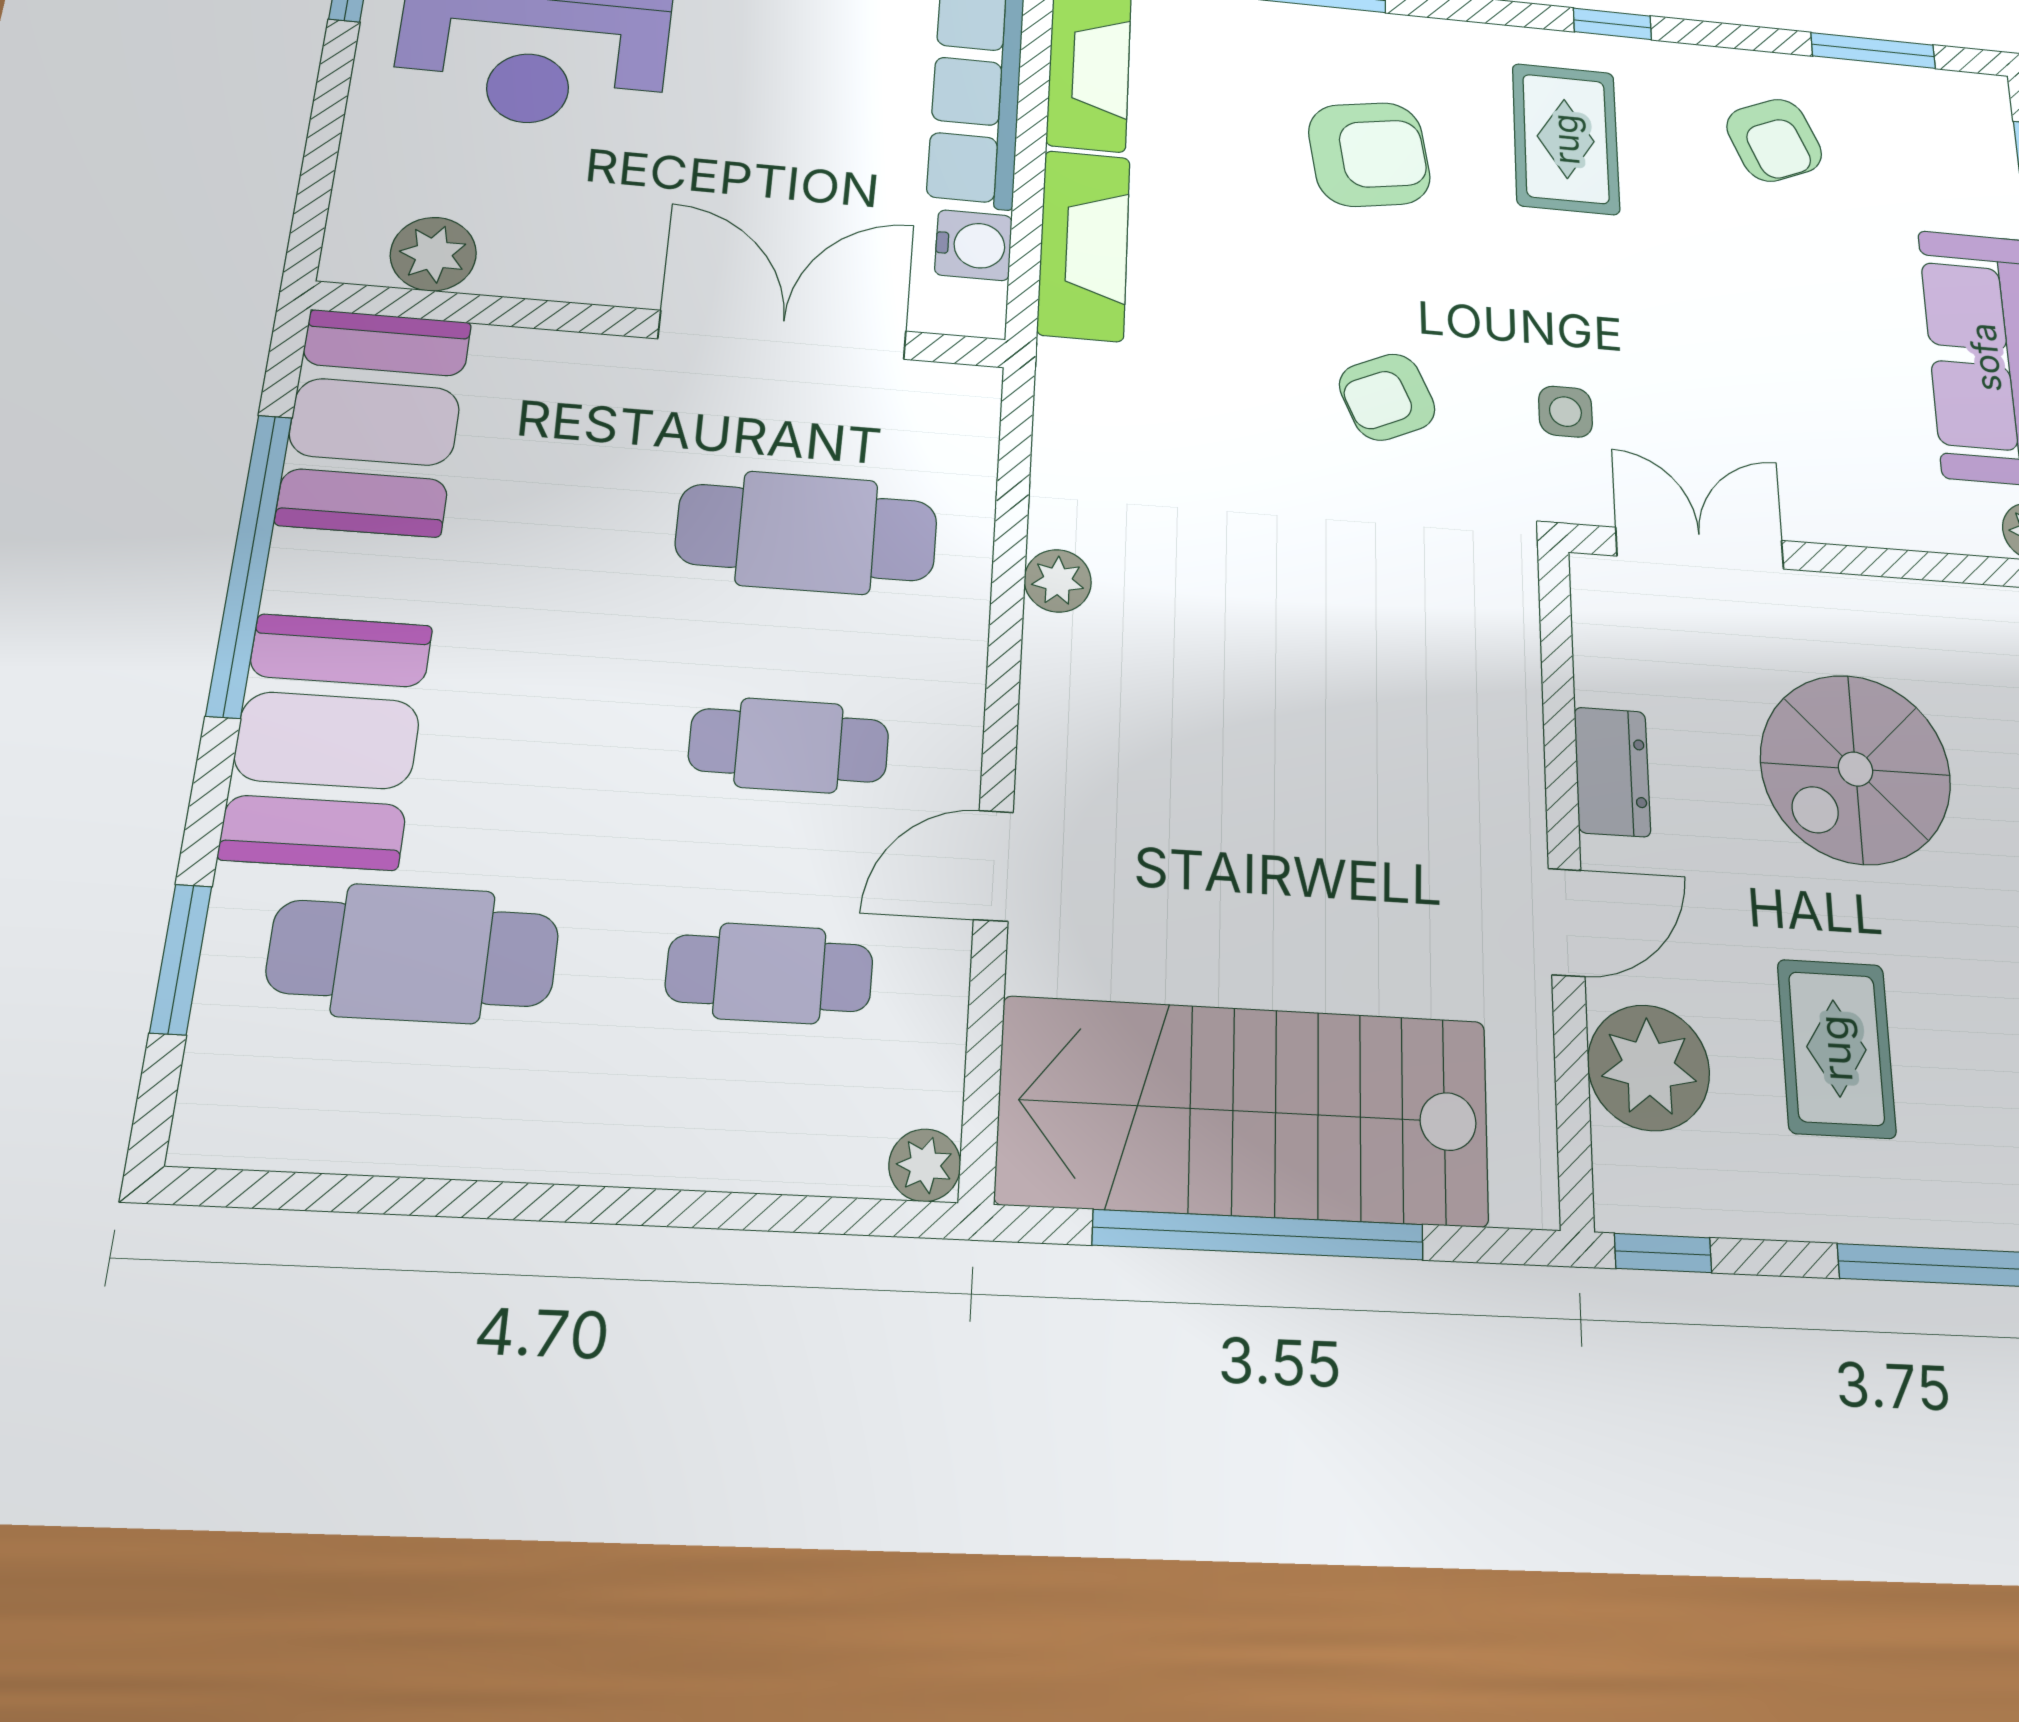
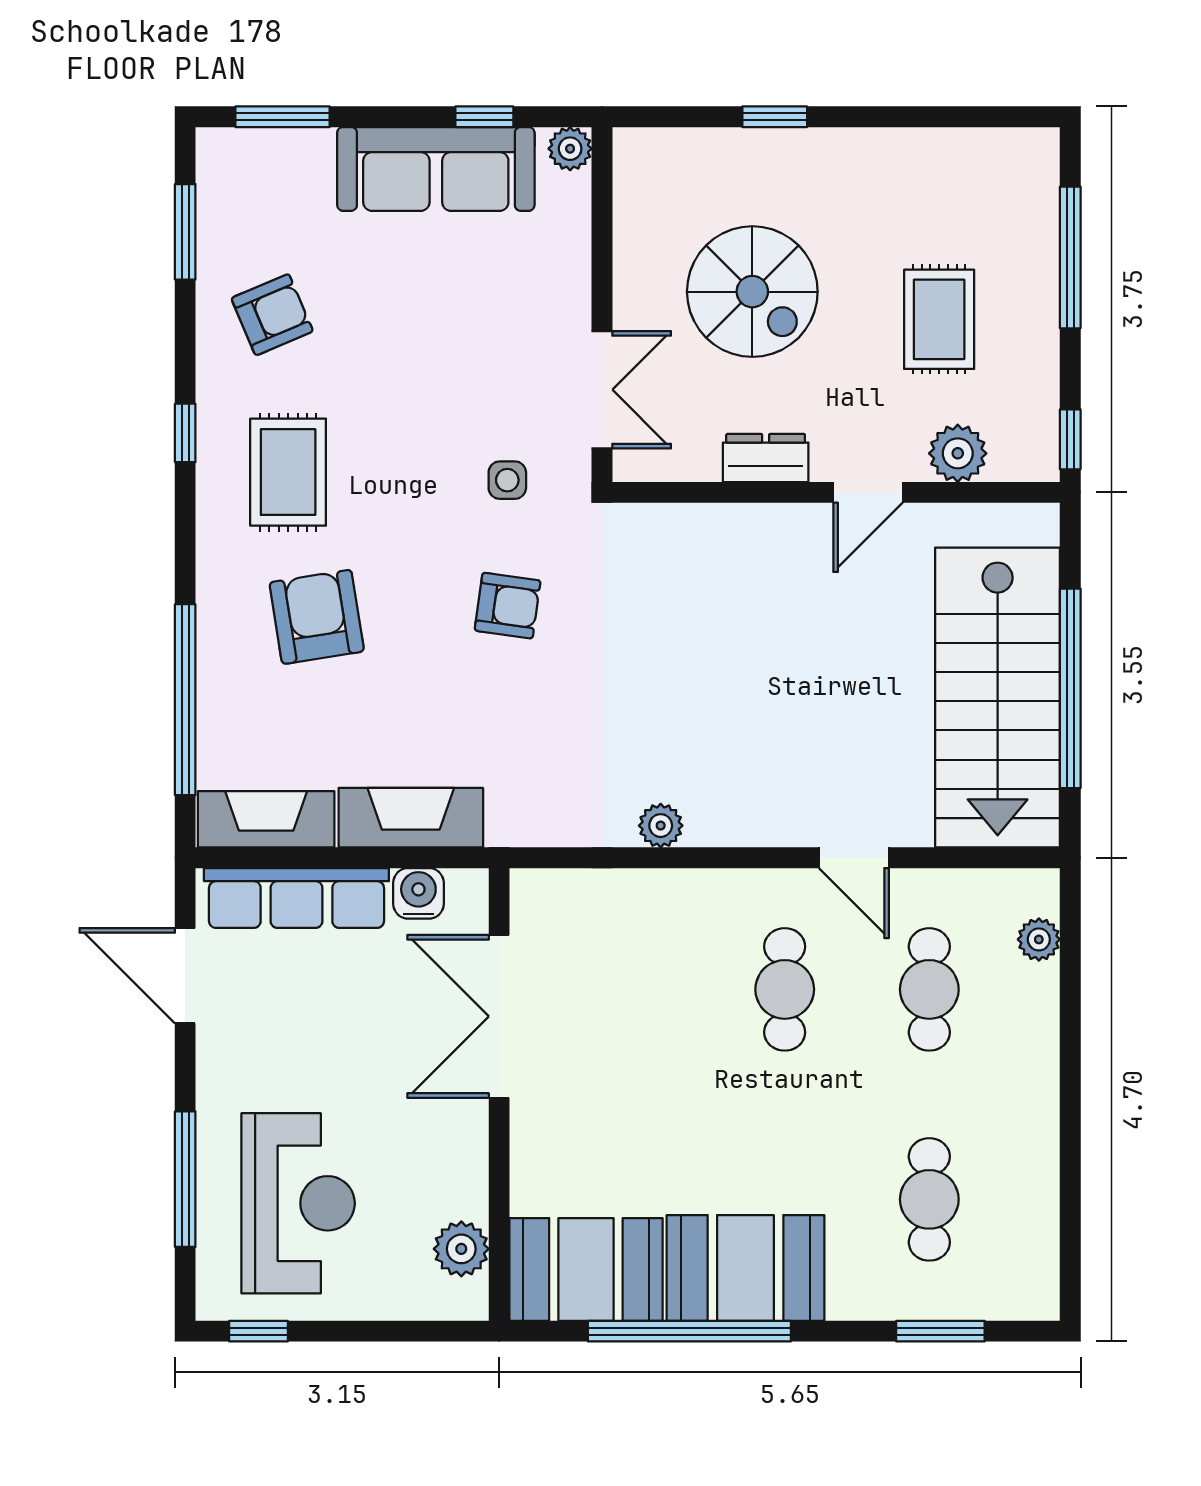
rug: (1566, 139) -> (288, 472), turned 90
armchair: (1387, 397) -> (508, 606), turned -58
cafe table: (807, 533) -> (640, 989), removed
double door: (1700, 548) -> (602, 390), swing flipped
booth: (327, 740) -> (745, 1268), moved
door: (1566, 922) -> (868, 492), swing flipped
cafe table: (413, 953) -> (929, 1199), width x0.73, depth x0.74
rug: (1836, 1048) -> (939, 319), turned 90
plant: (1649, 1068) -> (958, 453), width x0.73, depth x0.73
plant: (925, 1165) -> (1039, 939), moved

